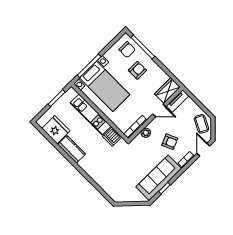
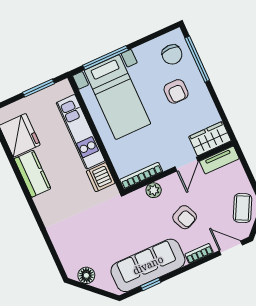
armchair: (137, 70) -> (176, 91), turned 90
door: (159, 110) -> (186, 164), hinge flipped
door: (203, 150) -> (231, 248), hinge flipped
floor lamp: (125, 197) -> (86, 275), added

